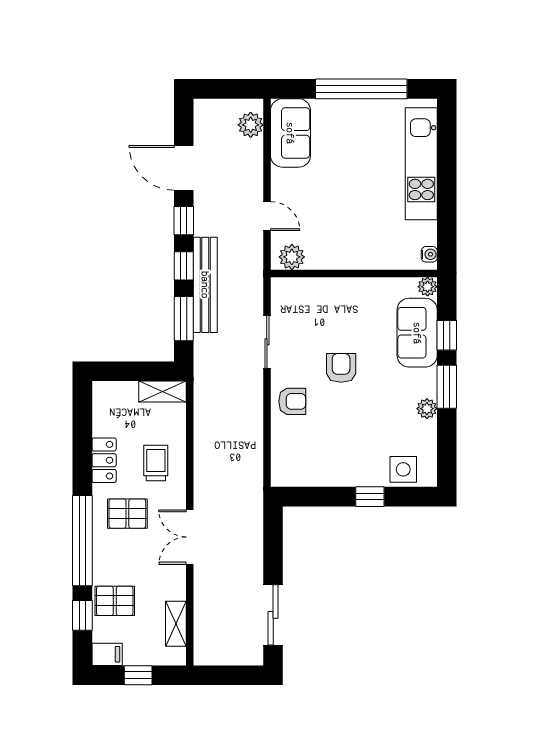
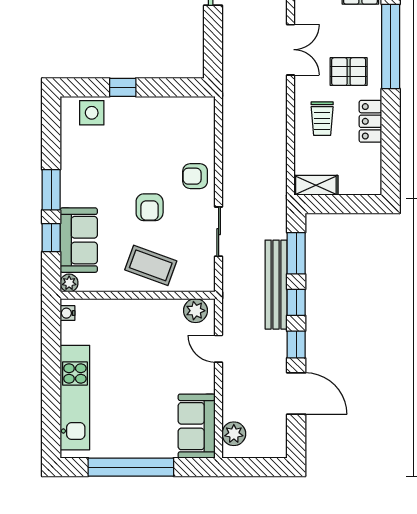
coffee table: (340, 306) -> (151, 265), added
plant: (427, 409) -> (70, 169), removed

